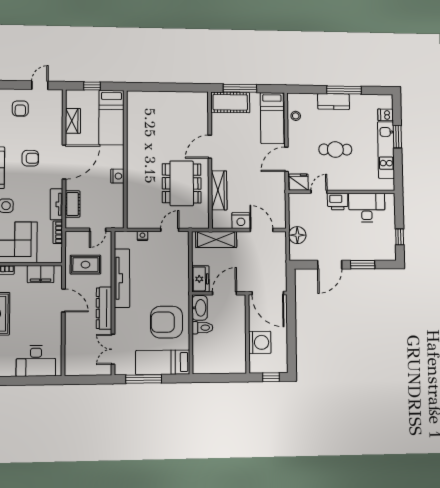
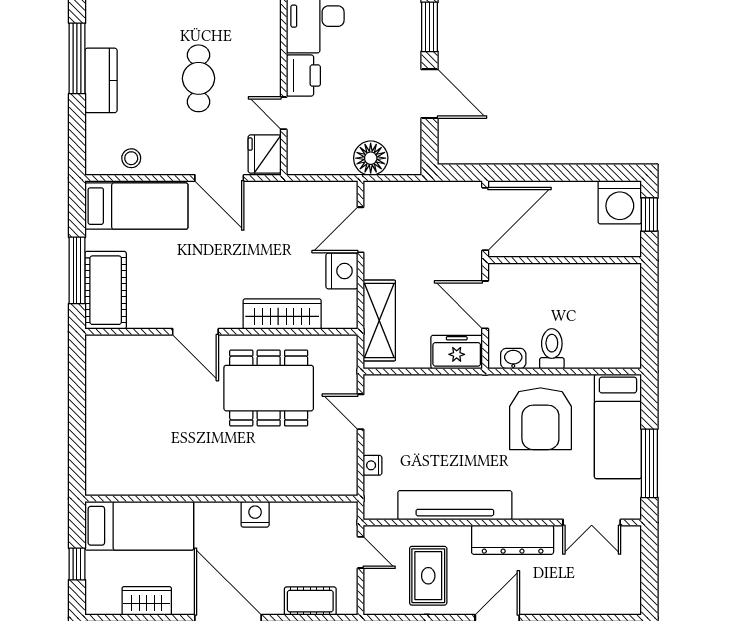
washbasin: (200, 308) -> (513, 359), width x0.52, depth x0.69
washing machine: (260, 342) -> (620, 202), moved, turned 180

